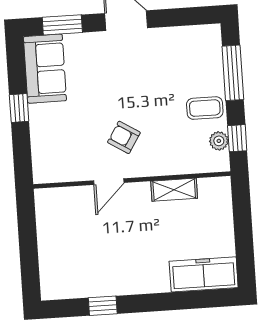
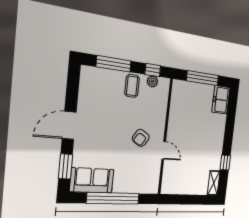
window: (19, 108) -> (113, 198), width x3.17
shelving: (174, 190) -> (214, 183), moved
window: (243, 230) -> (203, 78), added
freezer: (204, 274) -> (221, 100), width x0.71

